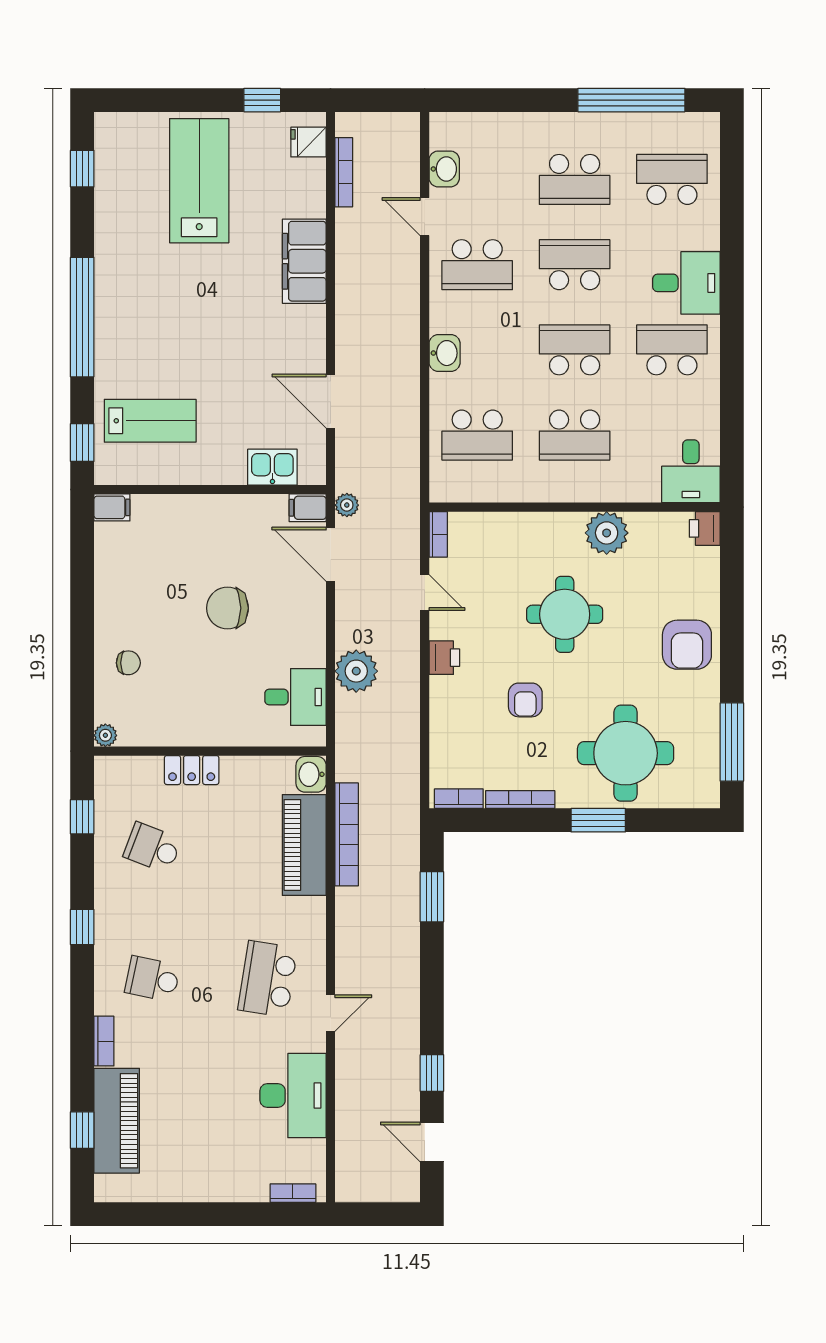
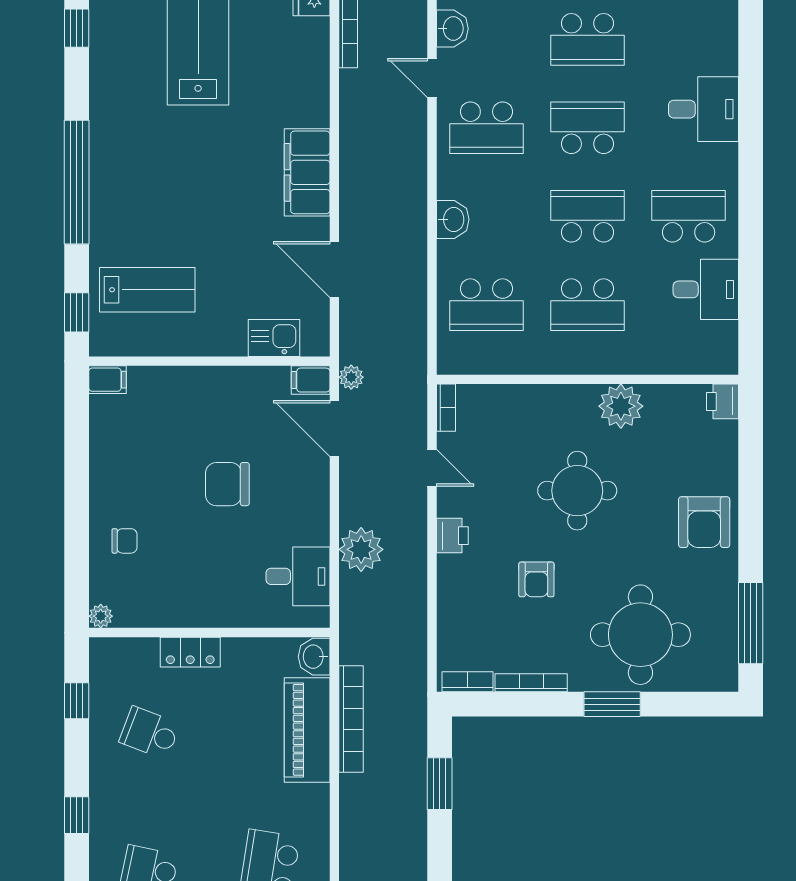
school desk: (672, 179) -> (689, 39), removed
filing cabinet: (304, 261) -> (307, 172), moved
desk: (686, 283) -> (703, 109), moved
desk: (691, 471) -> (706, 289), moved, turned -90

